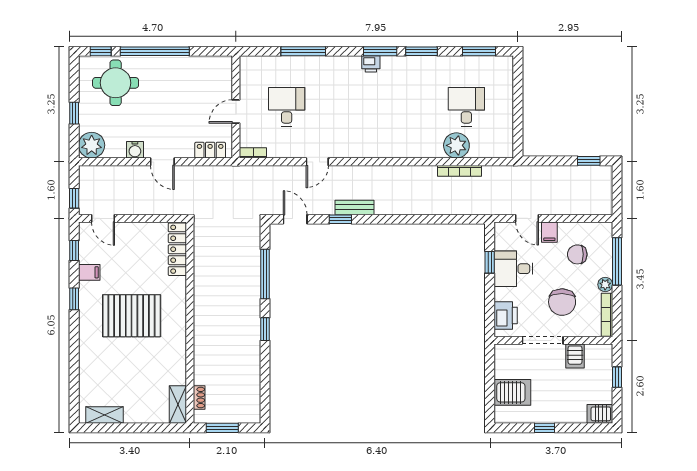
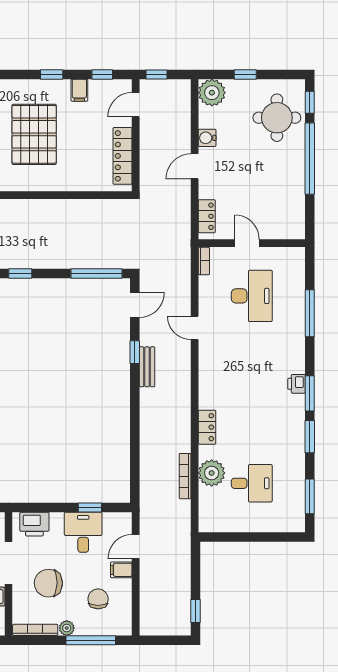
desk: (287, 107) -> (252, 296), width x1.37
locker: (412, 150) -> (207, 427), added
locker: (177, 249) -> (123, 156), moved, turned -90
window: (265, 274) -> (97, 274), moved

